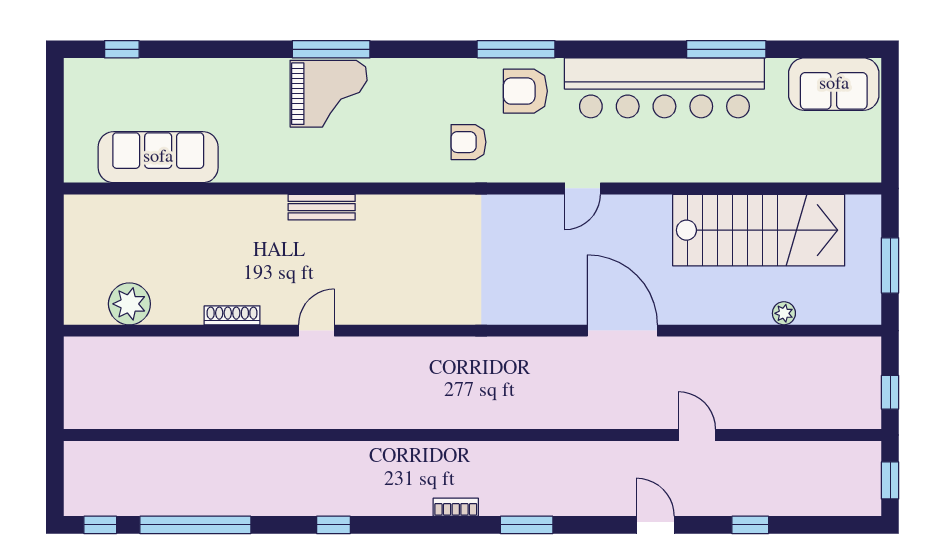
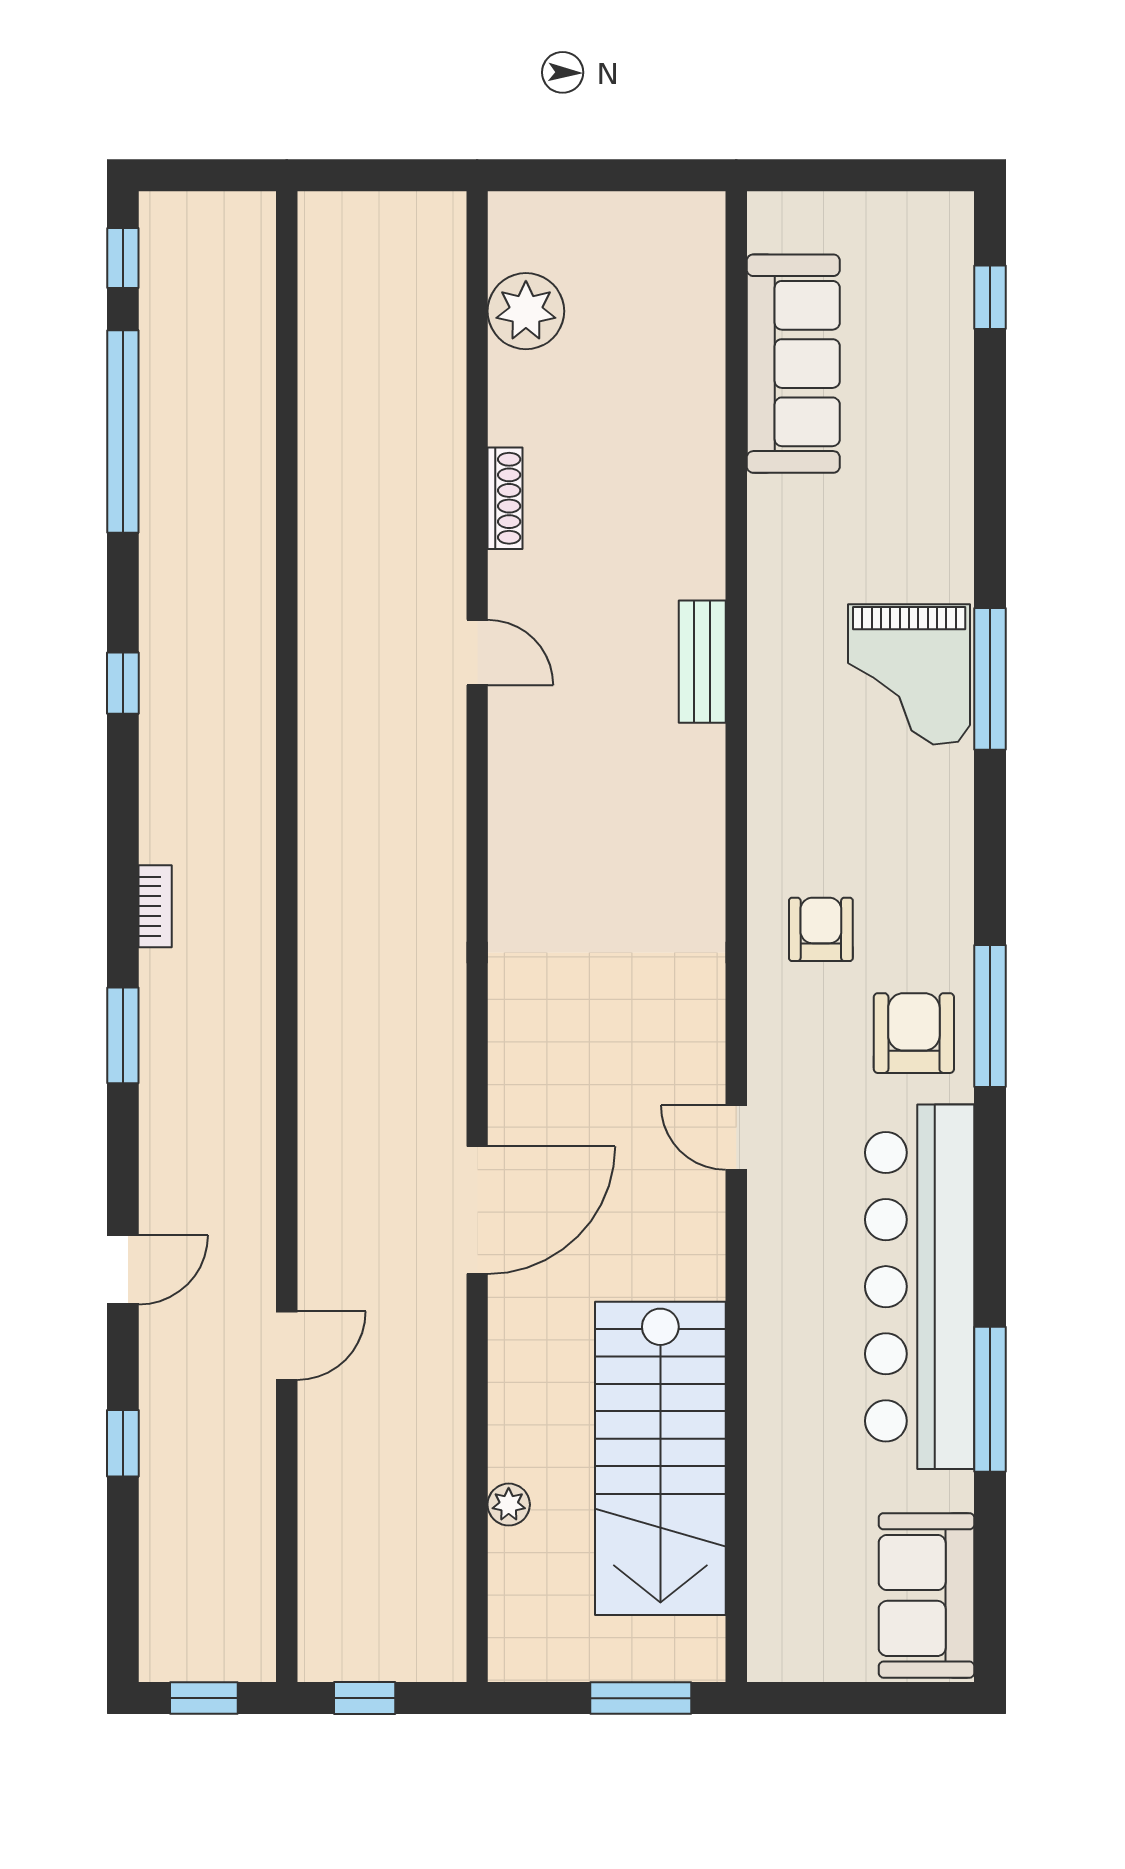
window: (890, 265) -> (641, 1698), moved

